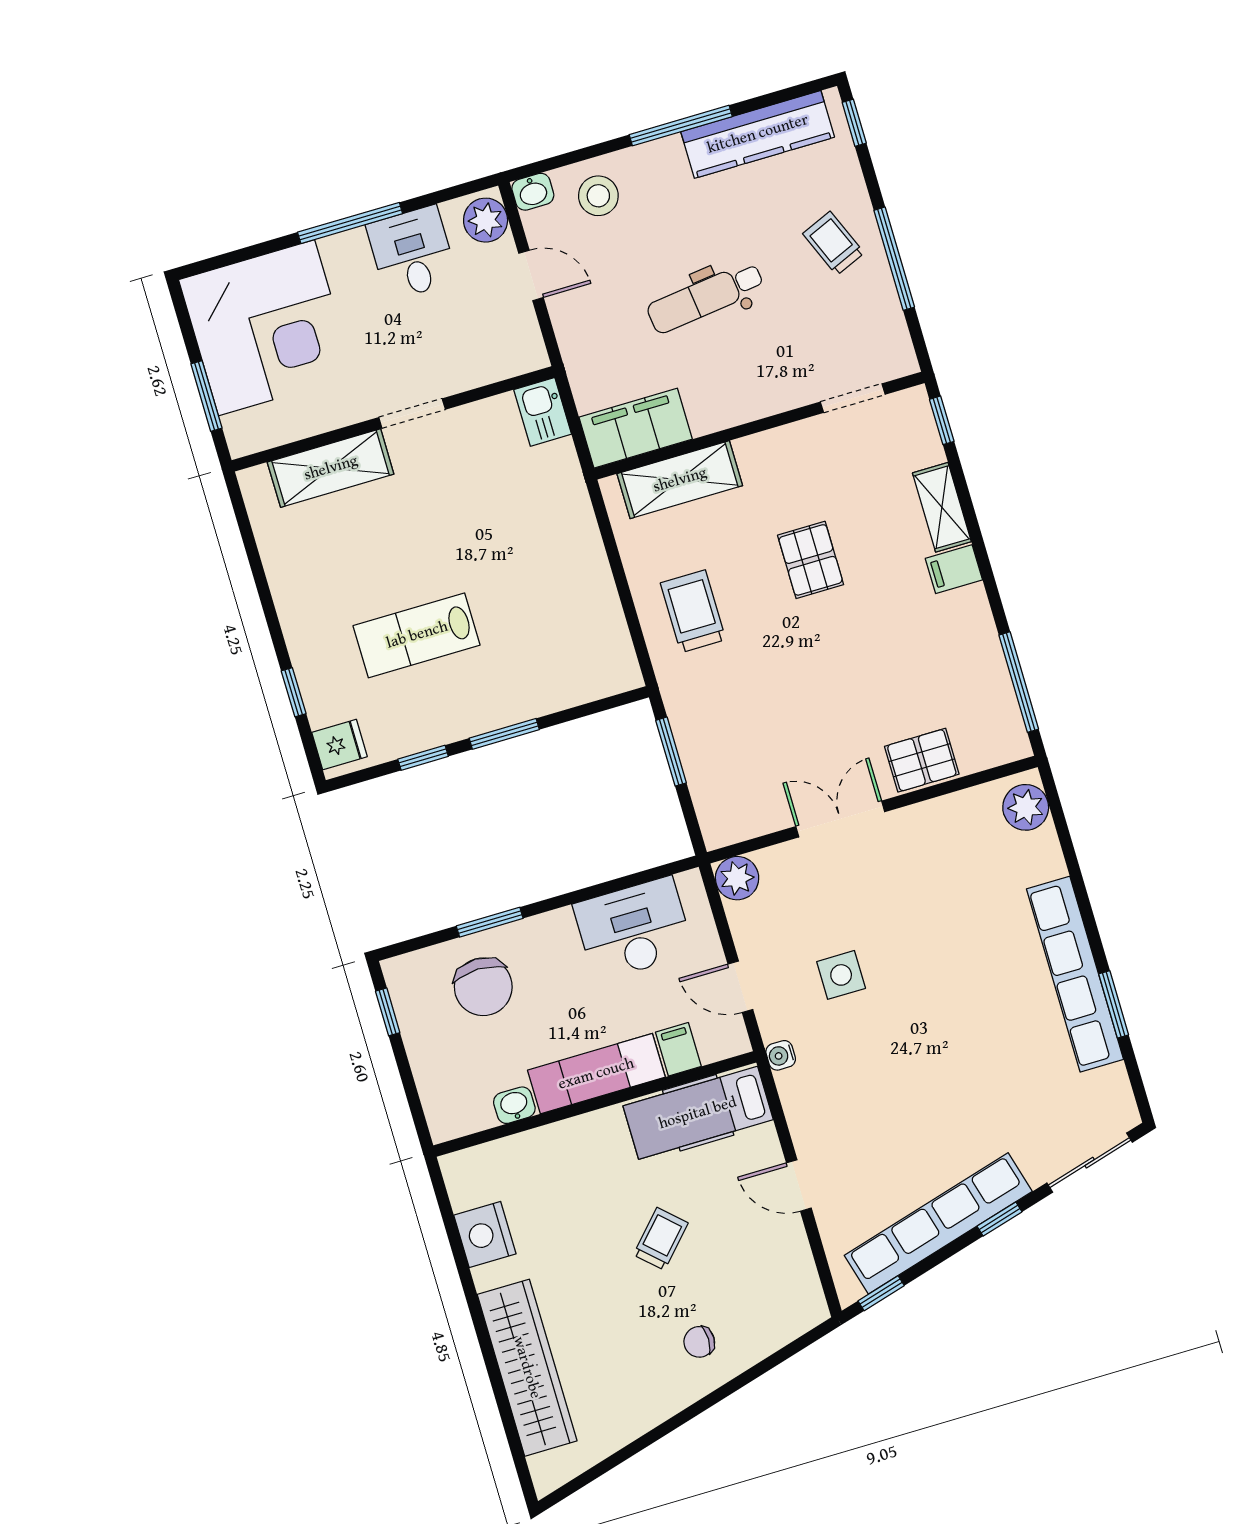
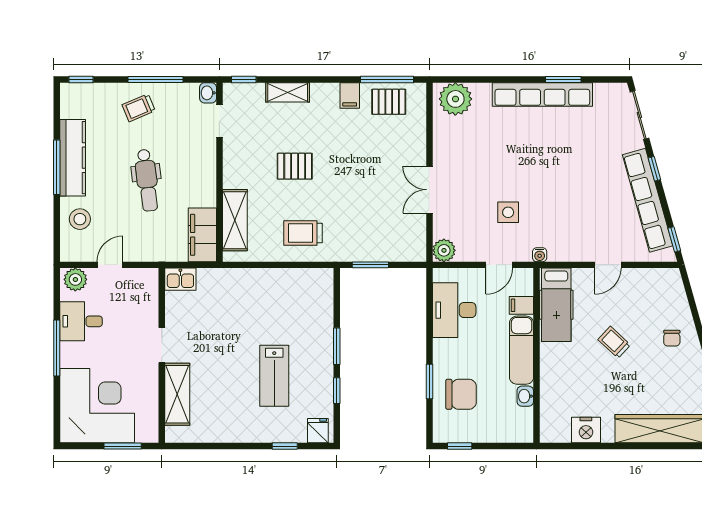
kitchen counter: (758, 134) -> (73, 158), moved
washbasin: (533, 192) -> (208, 93), moved, turned 180
filing cabinet: (954, 569) -> (350, 95), moved
pallet: (922, 760) -> (389, 102), moved, turned 90
plant: (1026, 807) -> (455, 99), width x1.36, depth x1.36

